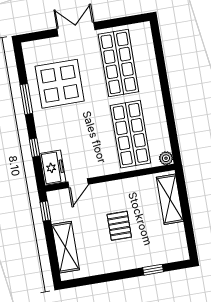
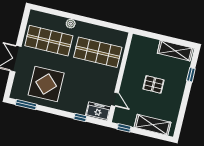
window: (26, 99) -> (26, 105), moved
plant: (166, 158) -> (71, 24), moved
shelving: (170, 199) -> (175, 51), moved

